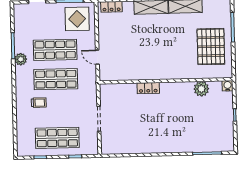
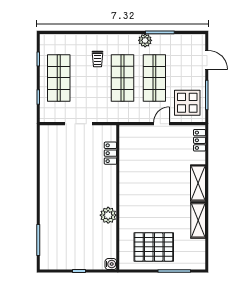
door: (97, 57) -> (162, 124), moved
locker: (148, 88) -> (110, 153), moved
plant: (201, 89) -> (108, 215), moved

